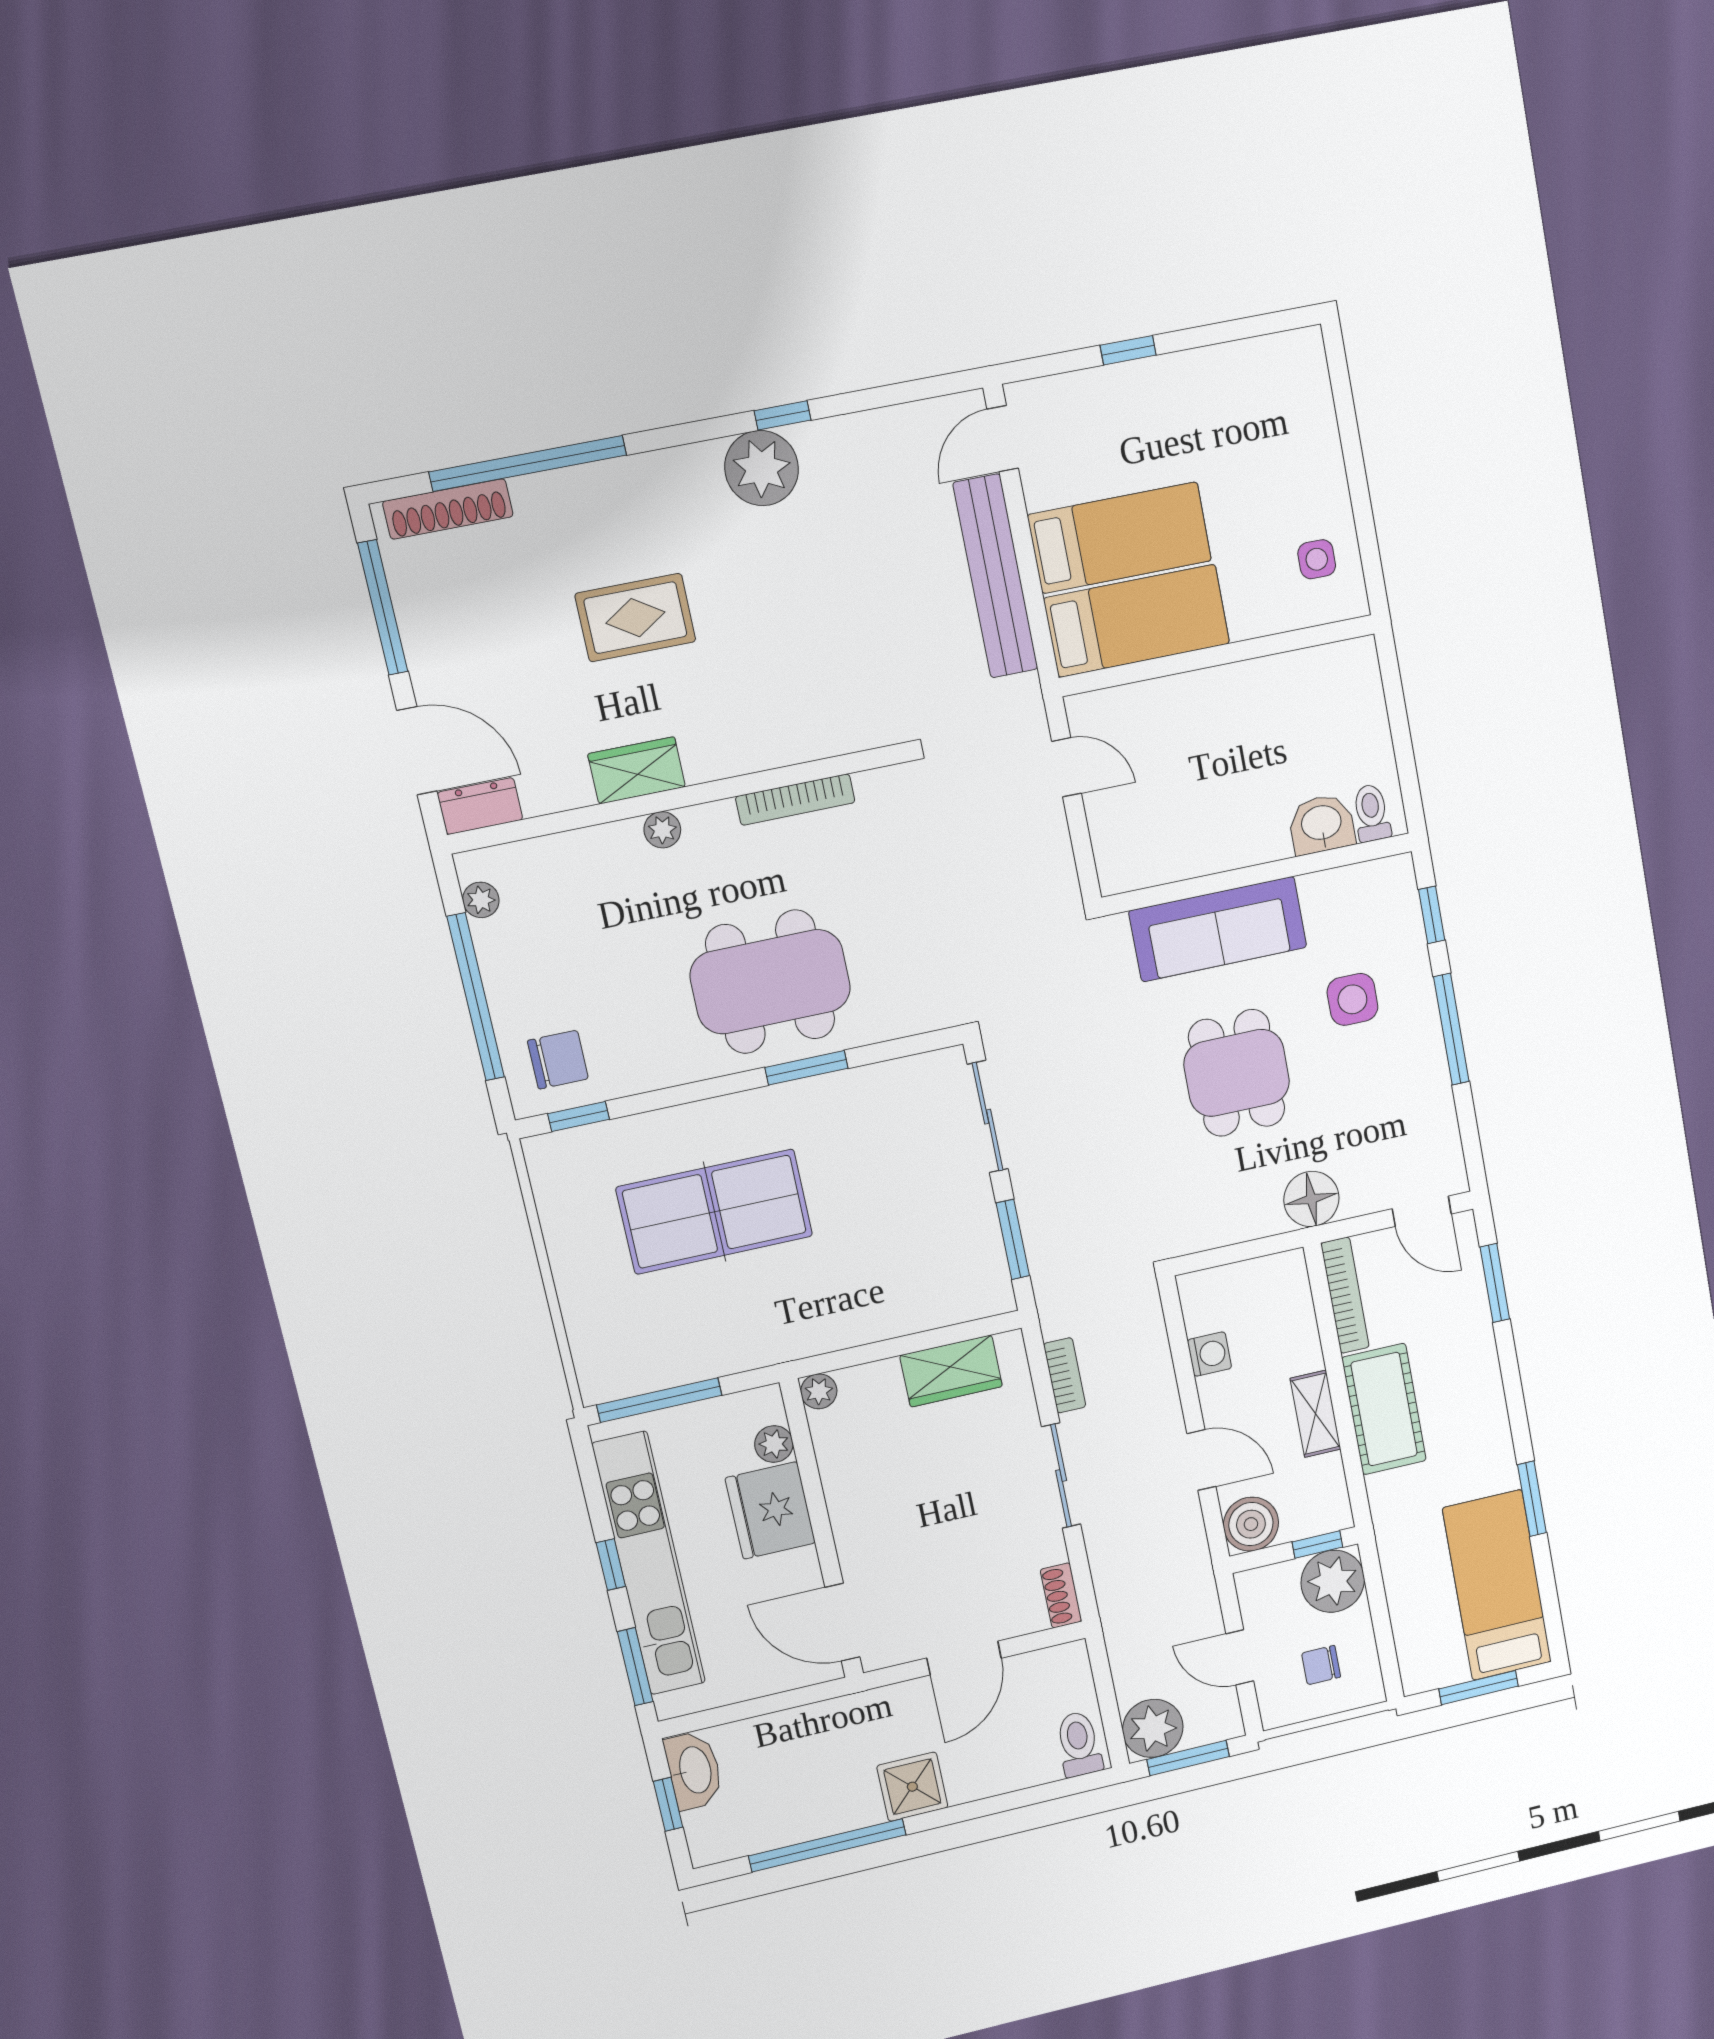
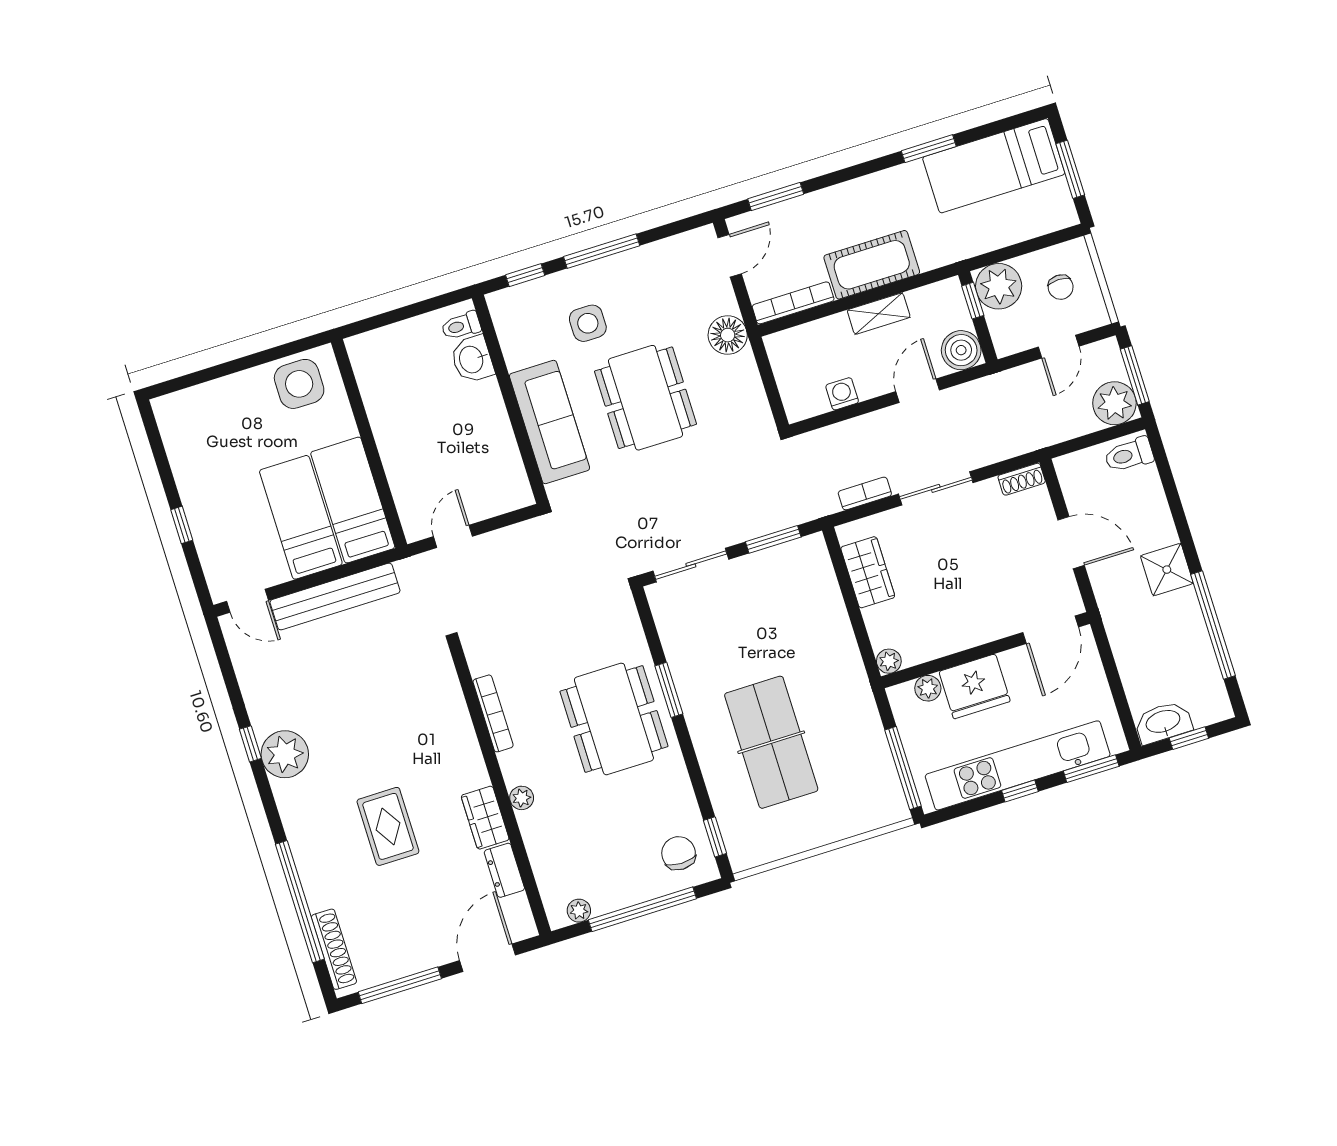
side table: (1317, 559) -> (299, 384), width x1.87, depth x1.87
dresser: (480, 806) -> (504, 870), moved
dining table: (1237, 1073) -> (645, 398), width x1.38

